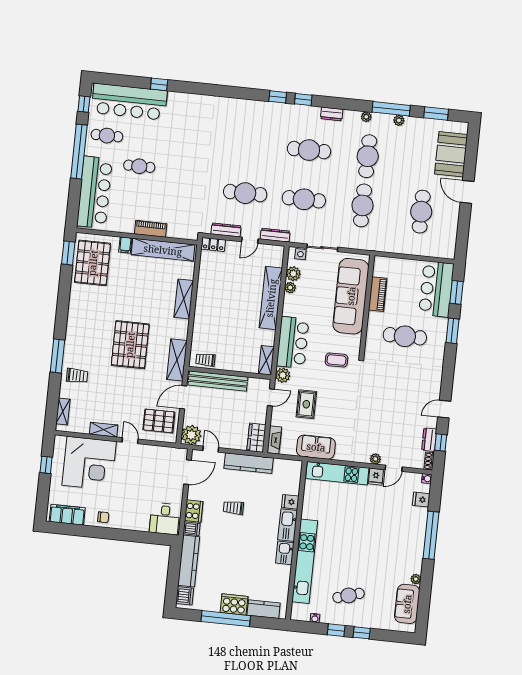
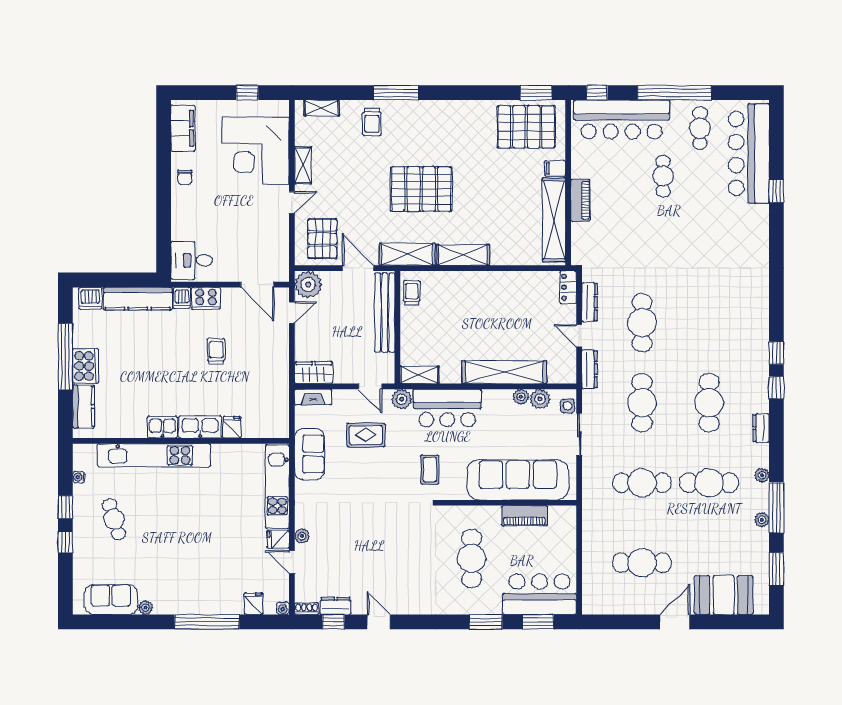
window: (84, 104) -> (597, 93), moved
shelving: (184, 299) -> (463, 255), moved
kitchen counter: (249, 463) -> (278, 366), removed

